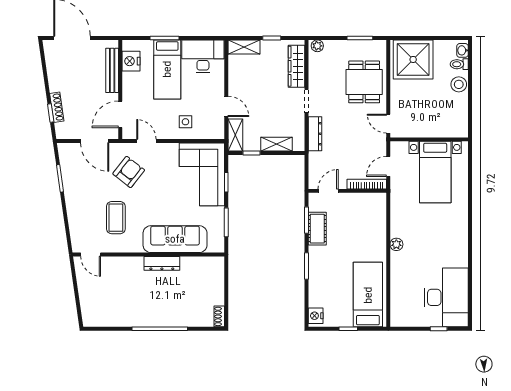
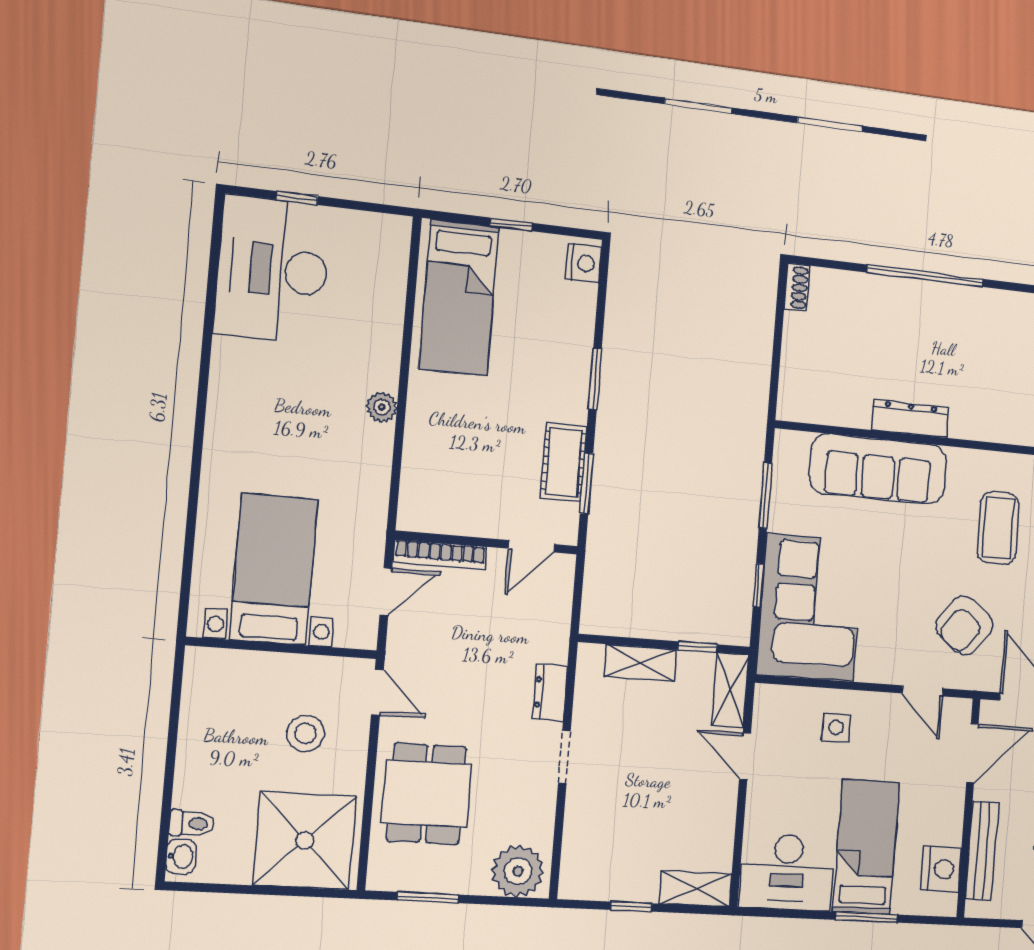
plant: (317, 46) -> (518, 871), width x1.87, depth x1.87
wardrobe: (296, 66) -> (581, 839), removed
stool: (459, 84) -> (306, 733), moved
dresser: (315, 134) -> (550, 693), width x0.70

